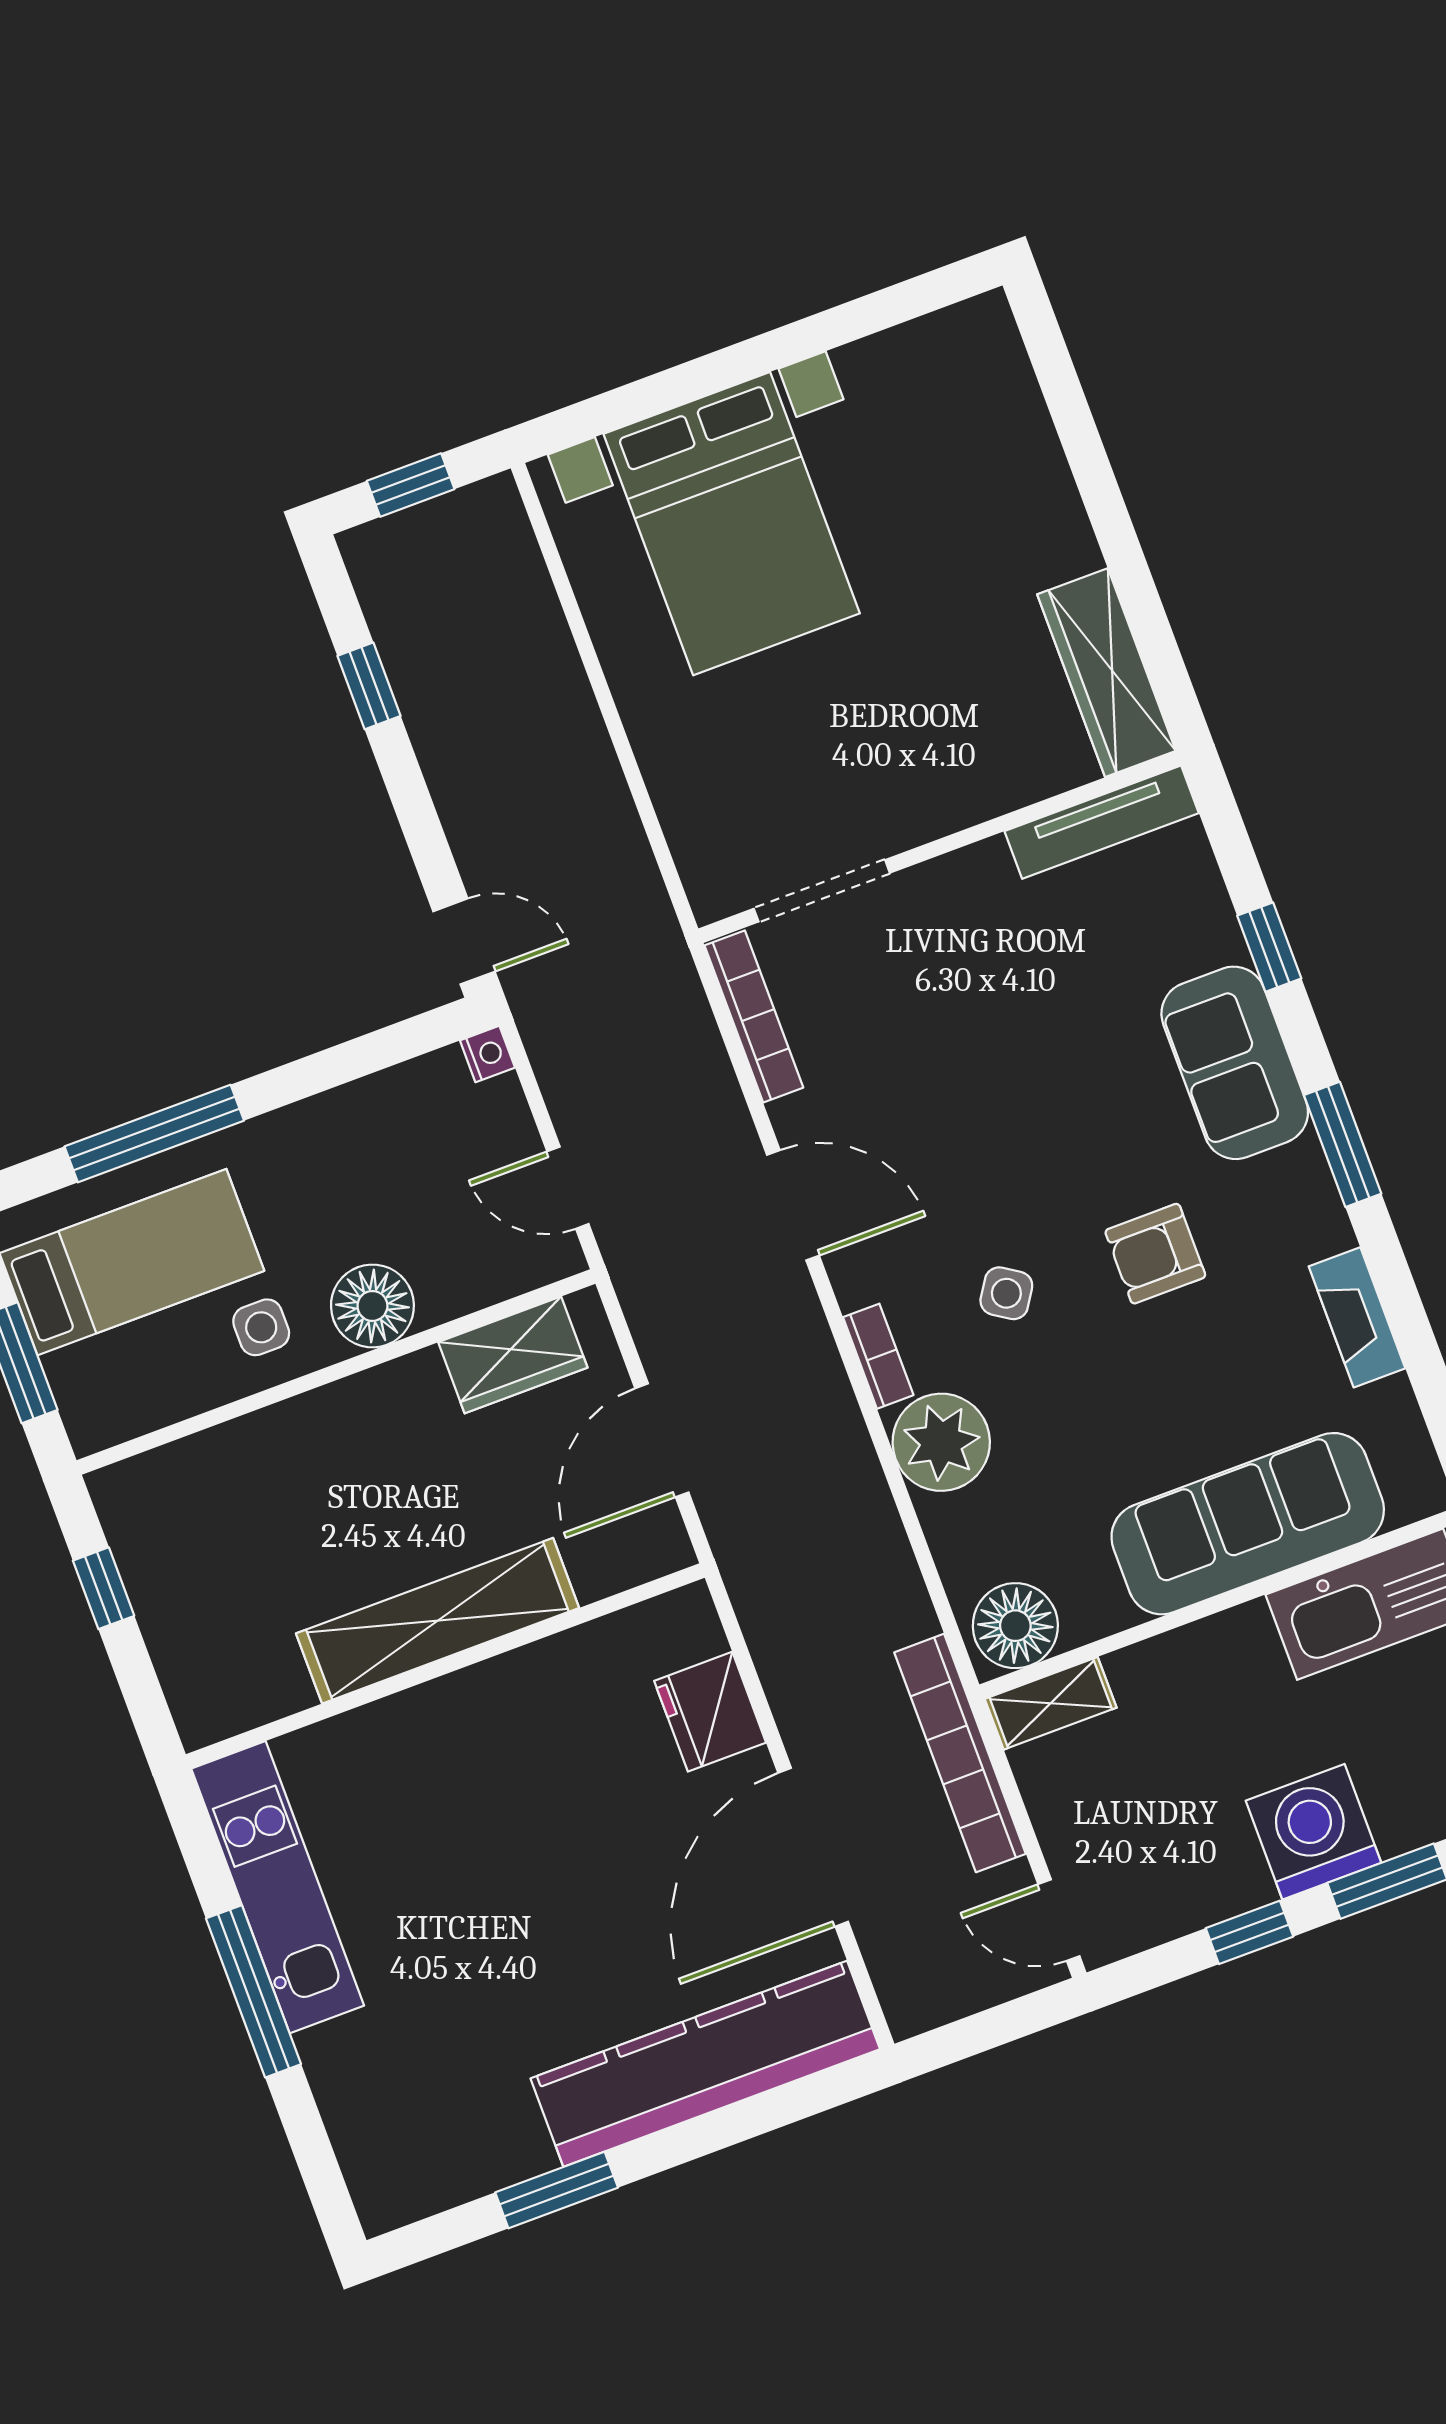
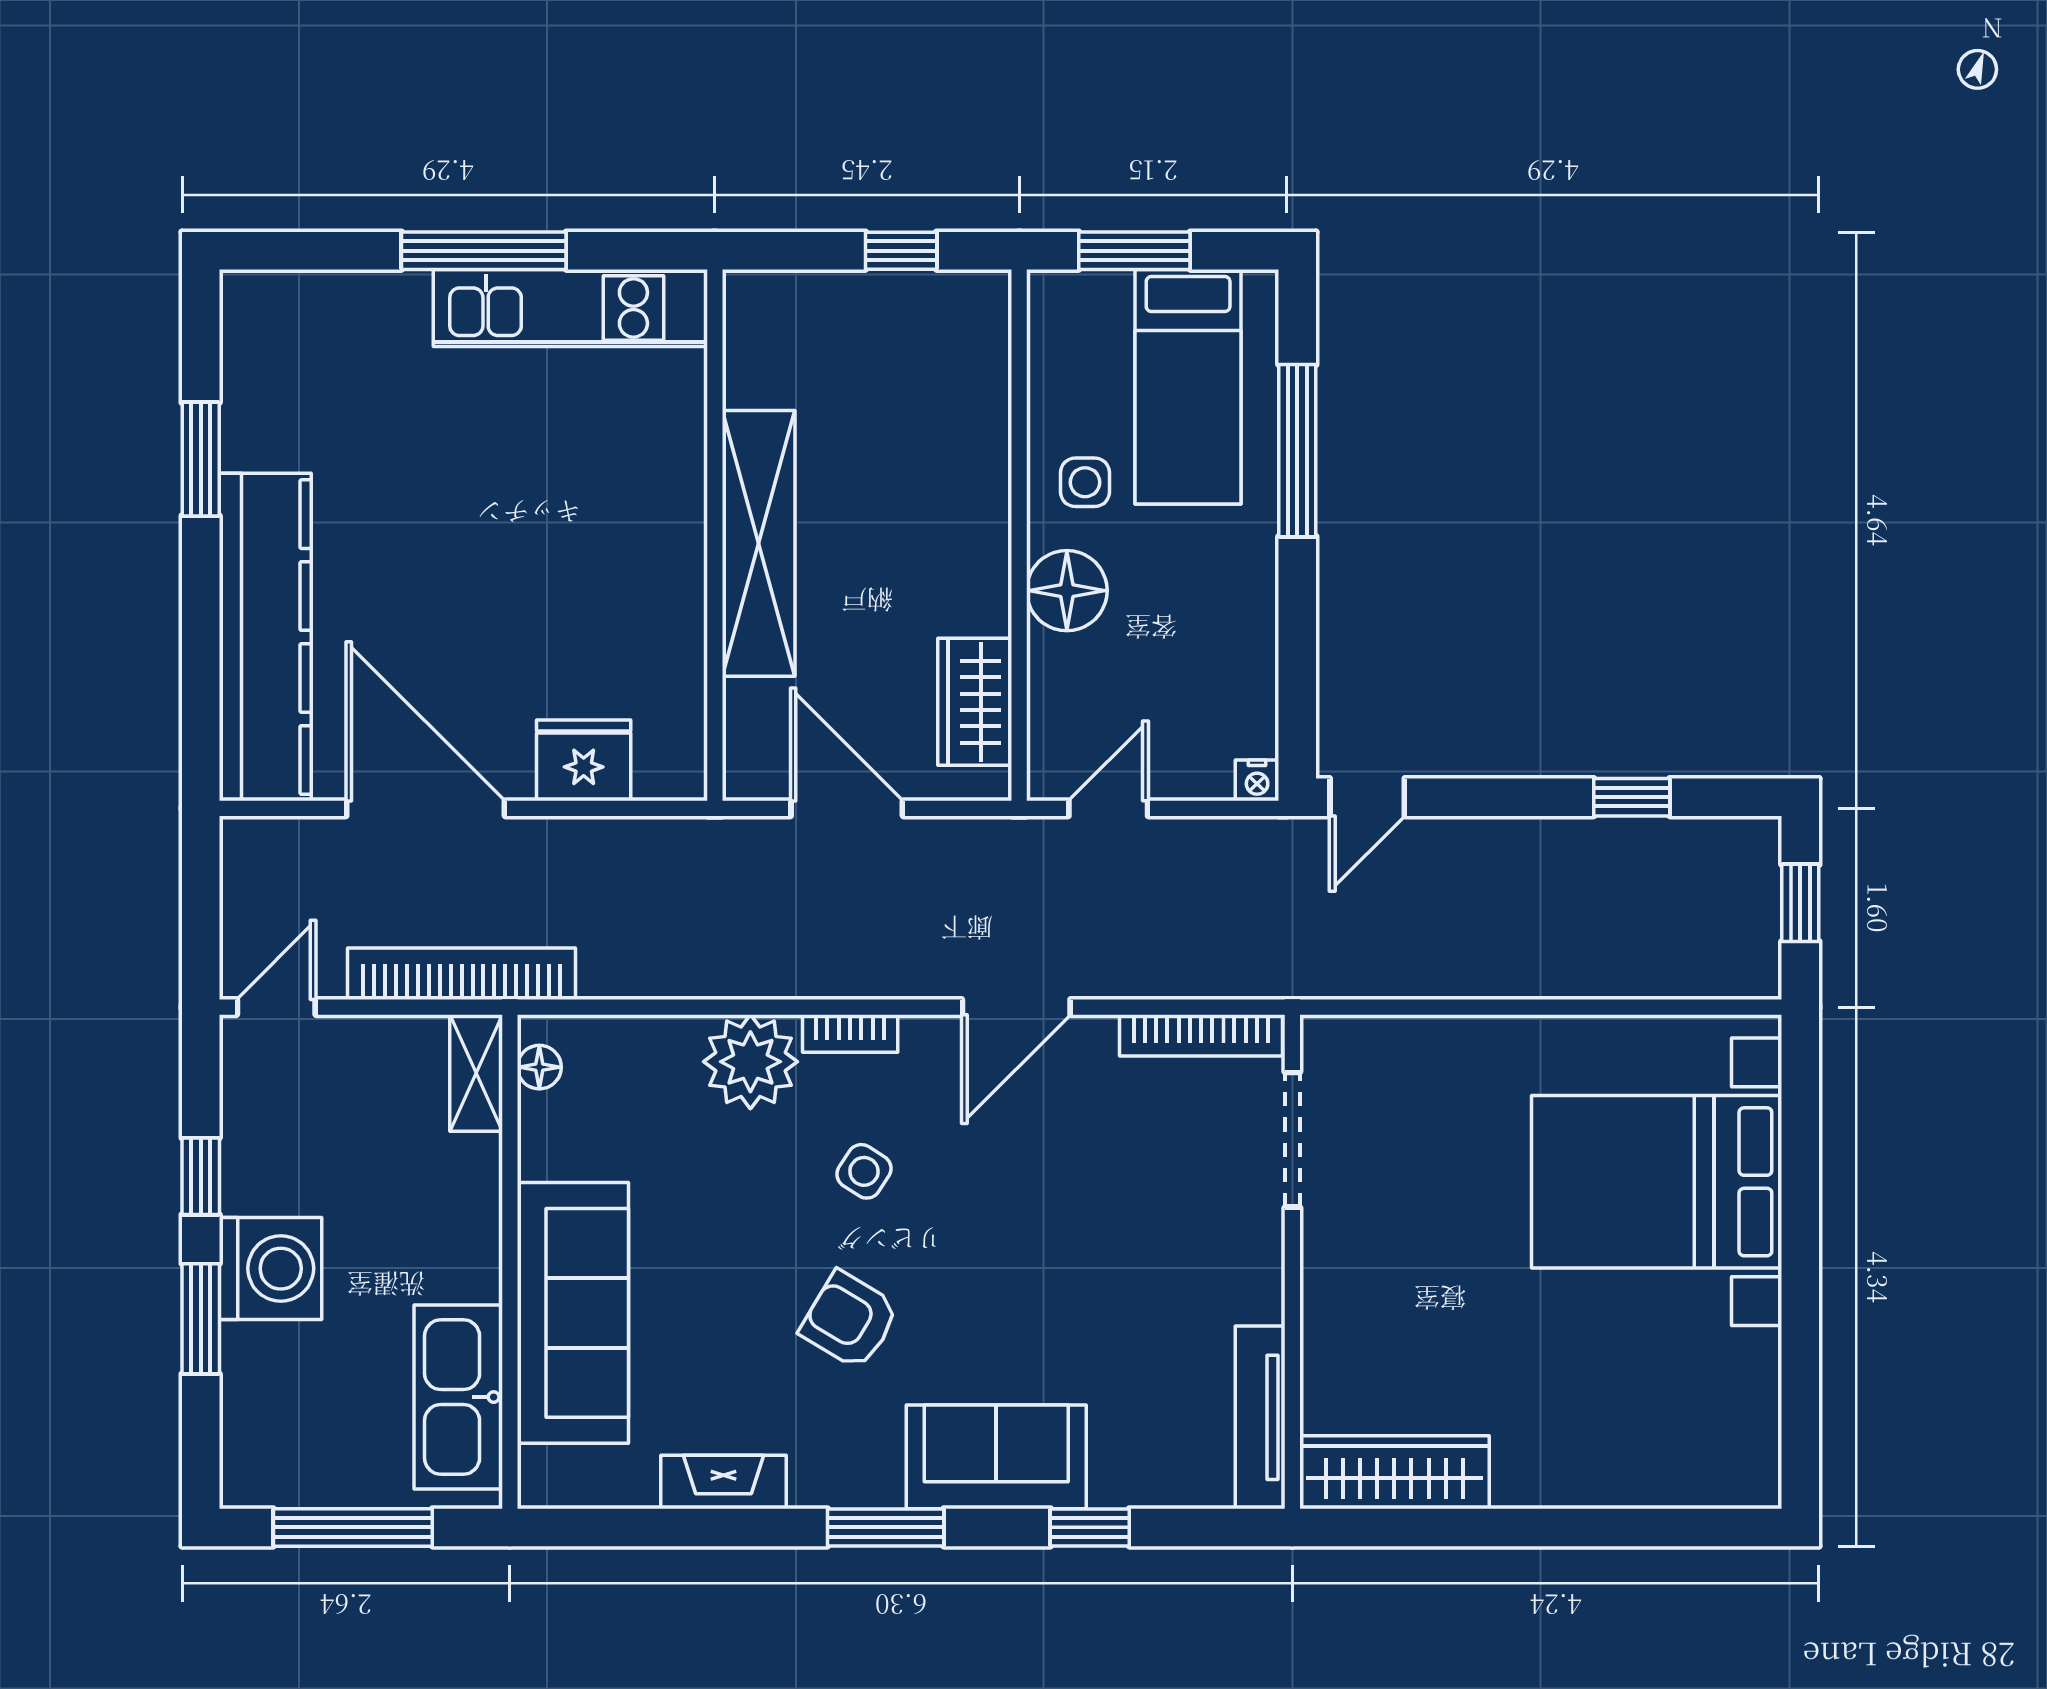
armchair: (1155, 1254) -> (850, 1320), turned -59
floor lamp: (1015, 1626) -> (539, 1067), width x0.53, depth x0.53

